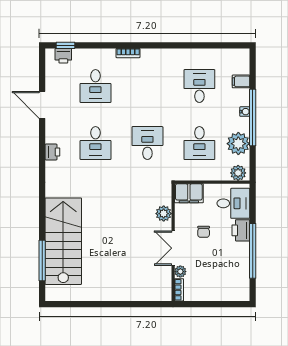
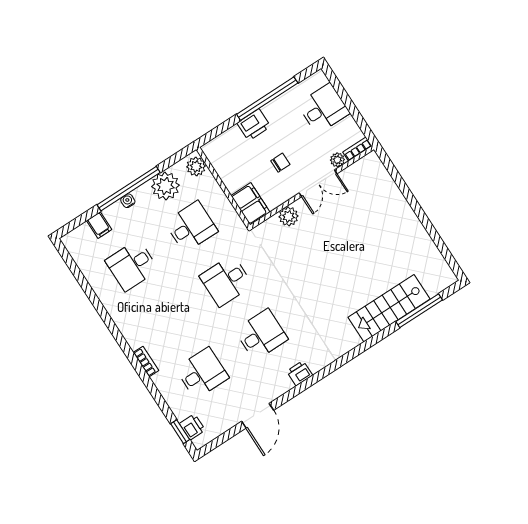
desk: (233, 203) -> (324, 109), moved, turned 90
stairs: (63, 241) -> (389, 308), width x0.73, depth x0.66

